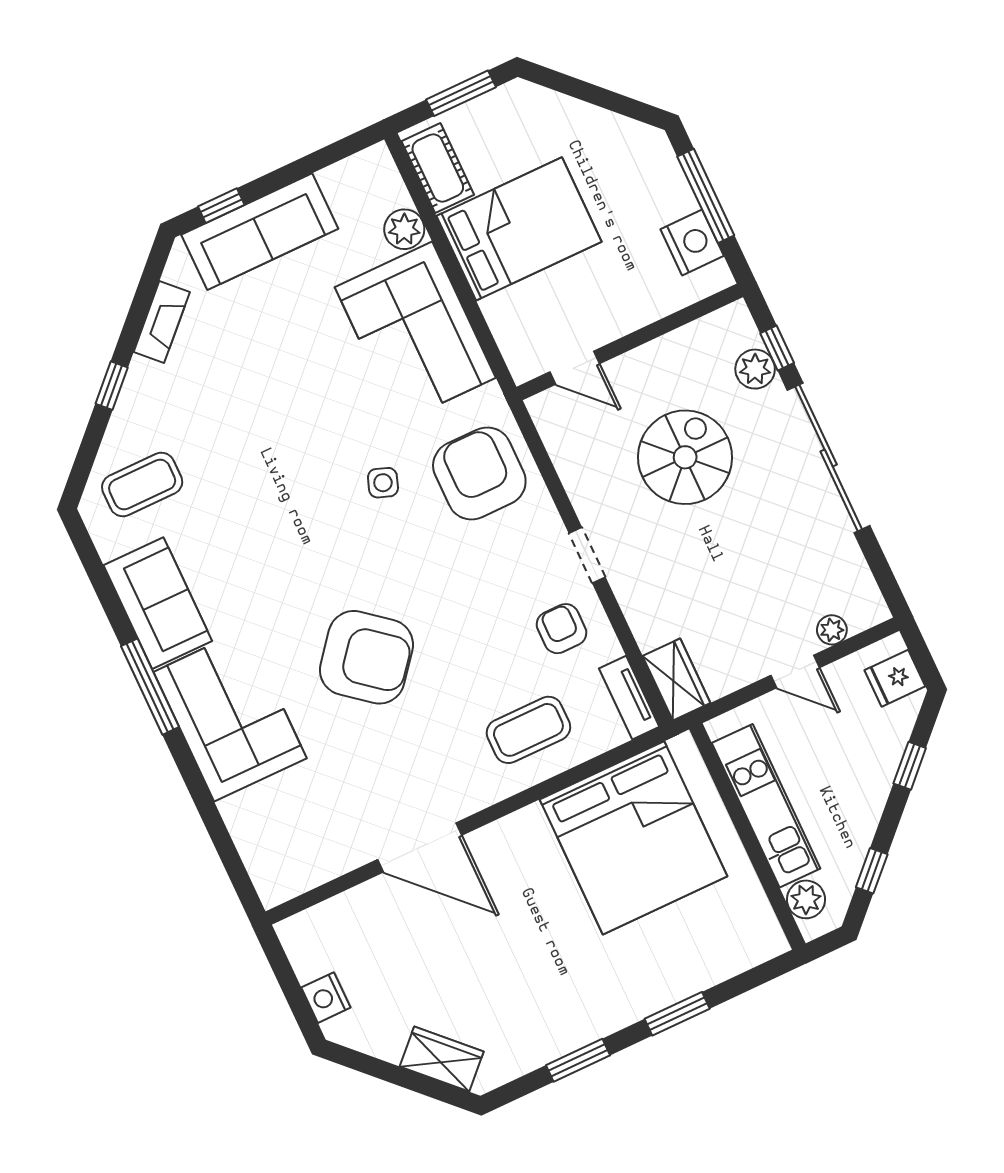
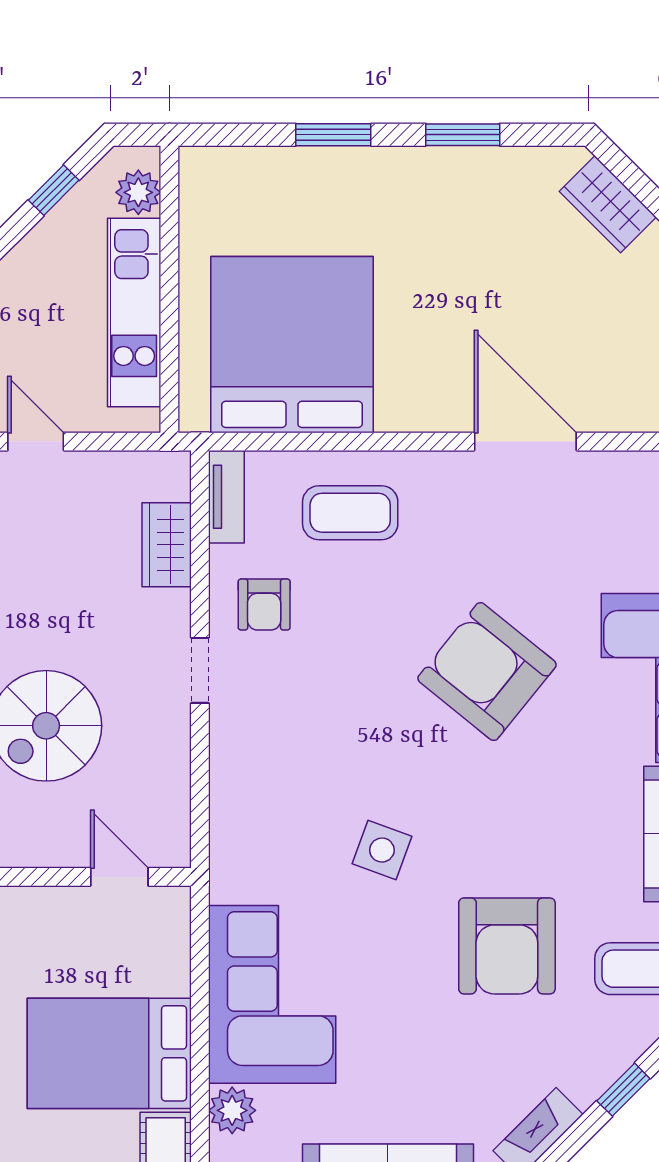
armchair: (479, 473) -> (507, 946), moved
side table: (383, 483) -> (382, 850), width x1.37, depth x1.37
wardrobe: (676, 680) -> (167, 545), moved

